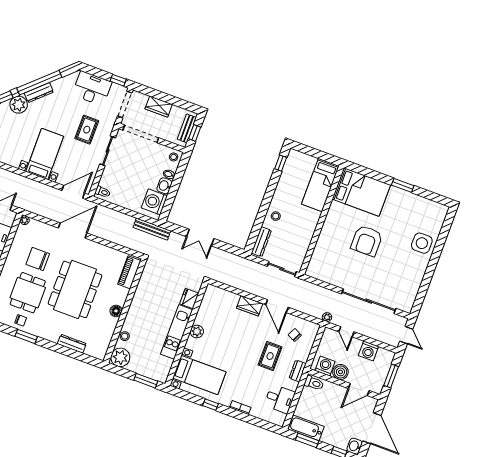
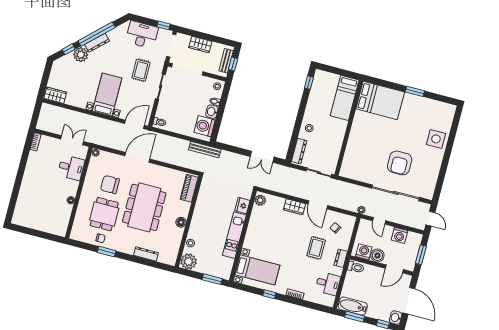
double door: (200, 238) -> (262, 157), moved
armchair: (367, 241) -> (400, 163), moved
plant: (197, 331) -> (260, 200), moved

